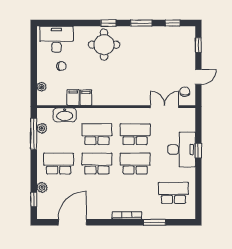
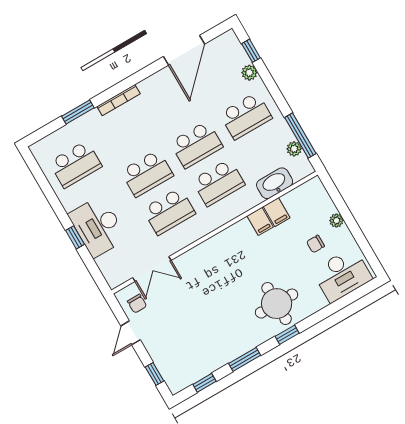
plant: (41, 87) -> (336, 221), moved

